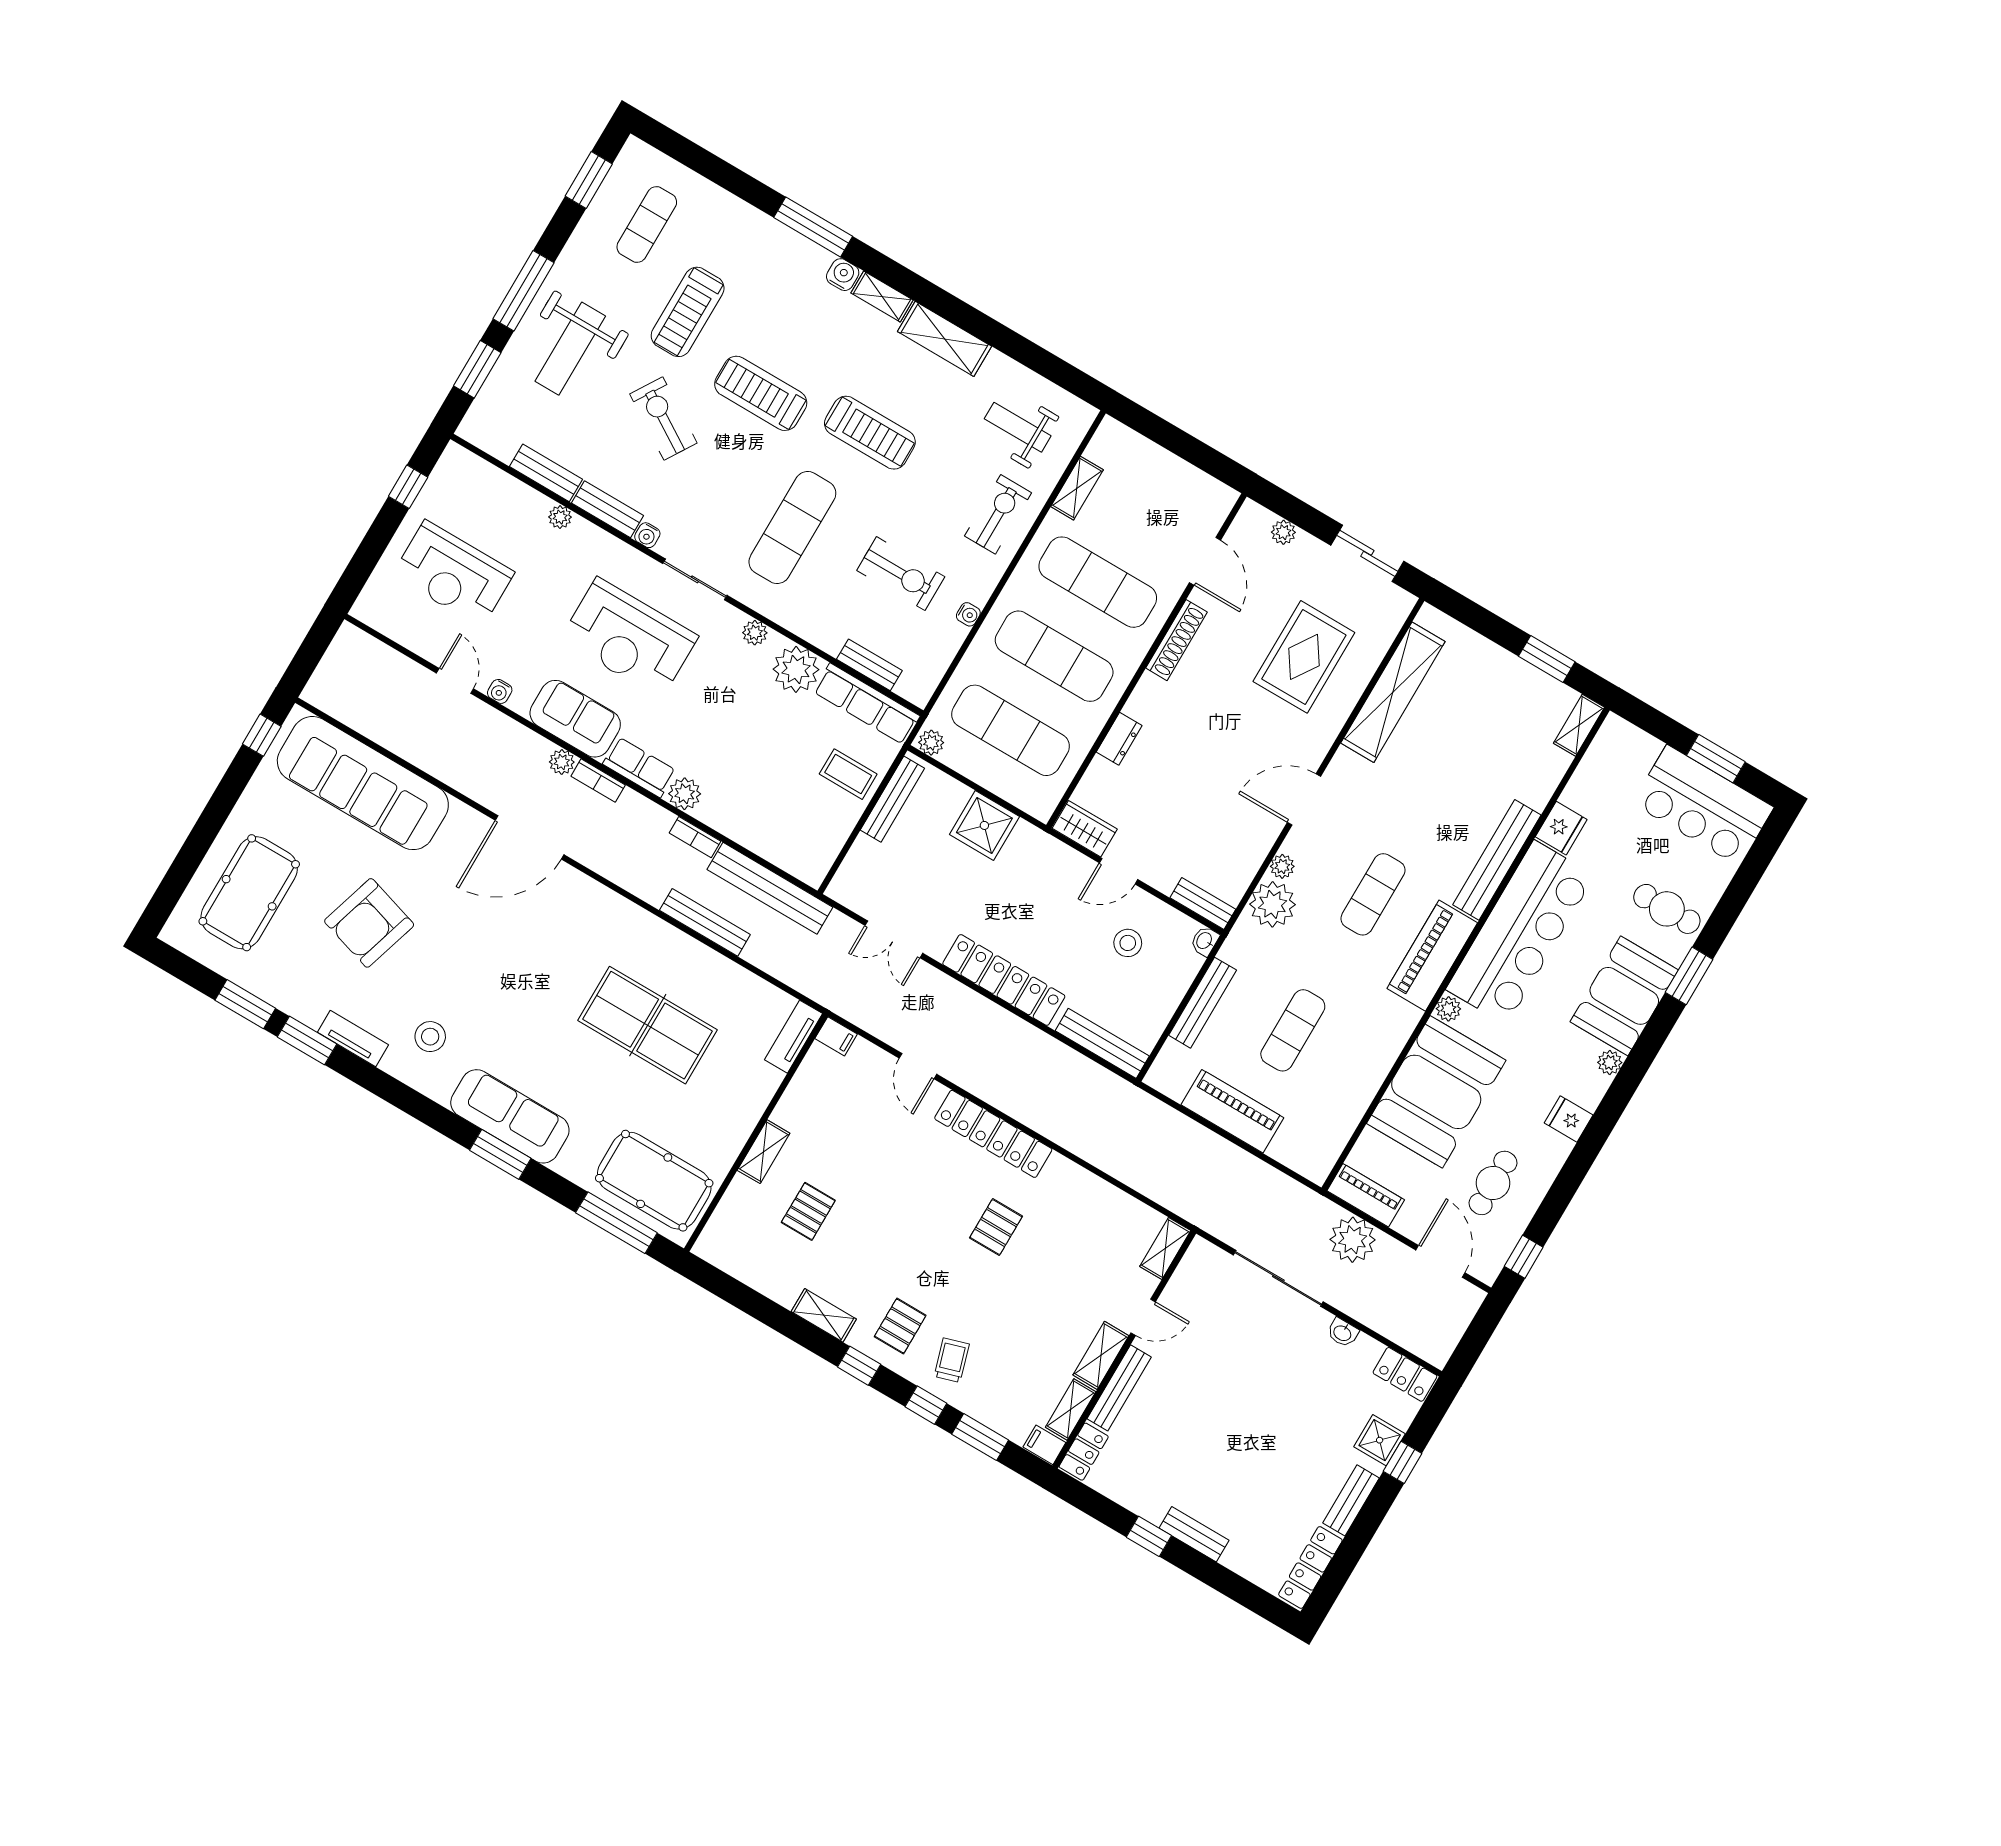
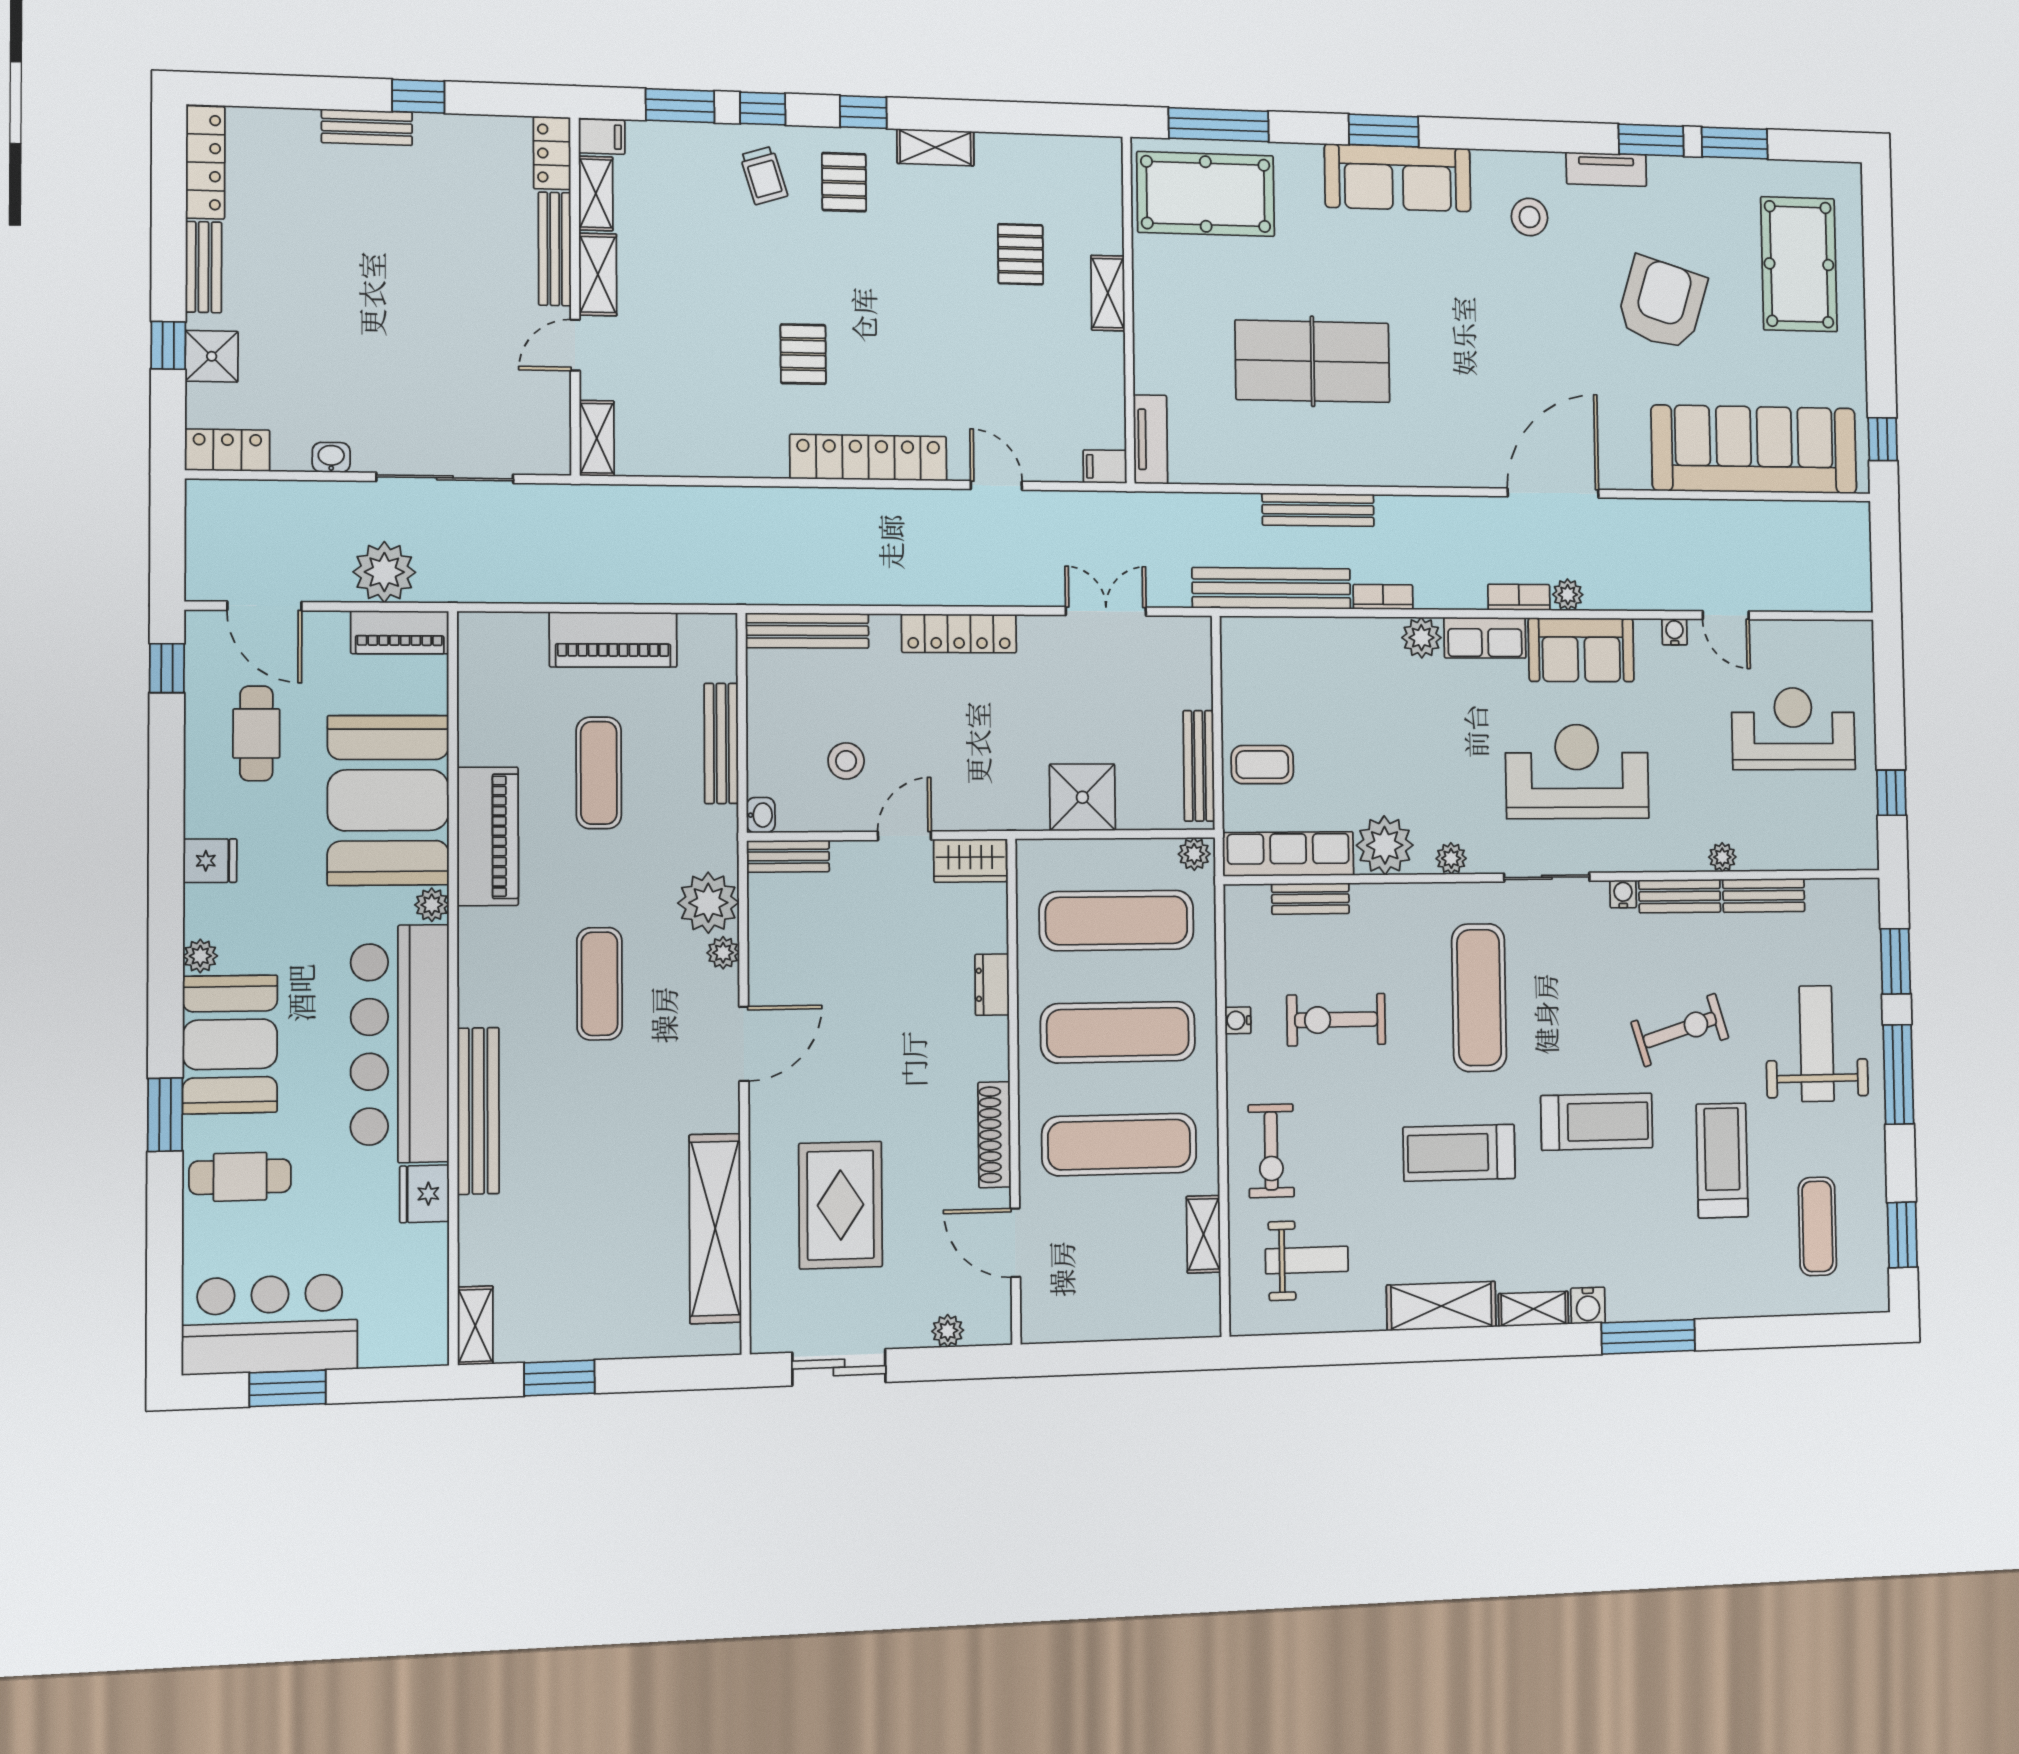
exercise bike: (663, 418) -> (1680, 1030), turned -49
piano: (1432, 956) -> (488, 836), moved
locker: (1004, 980) -> (959, 633), width x0.71, depth x0.83

